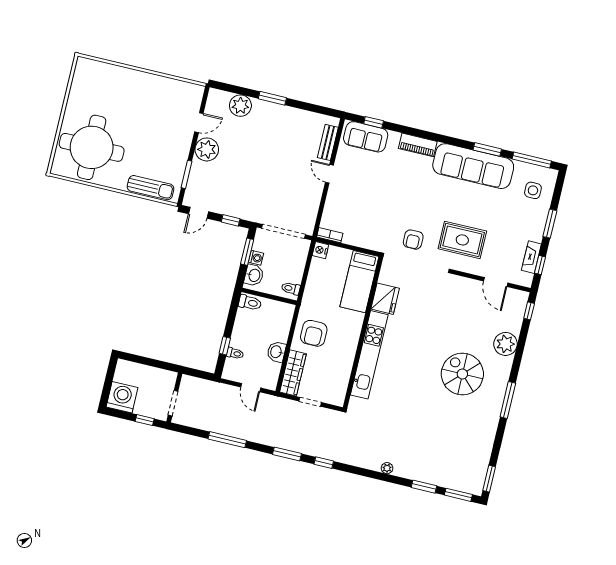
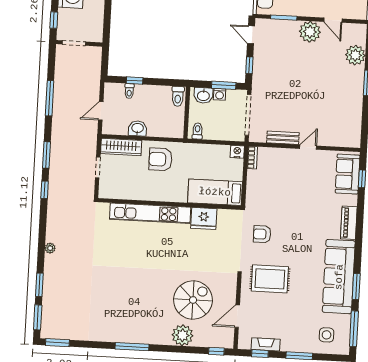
bench: (328, 142) -> (283, 138), moved
rug: (462, 240) -> (270, 279), turned 90
spiral stairs: (462, 374) -> (193, 300), moved

